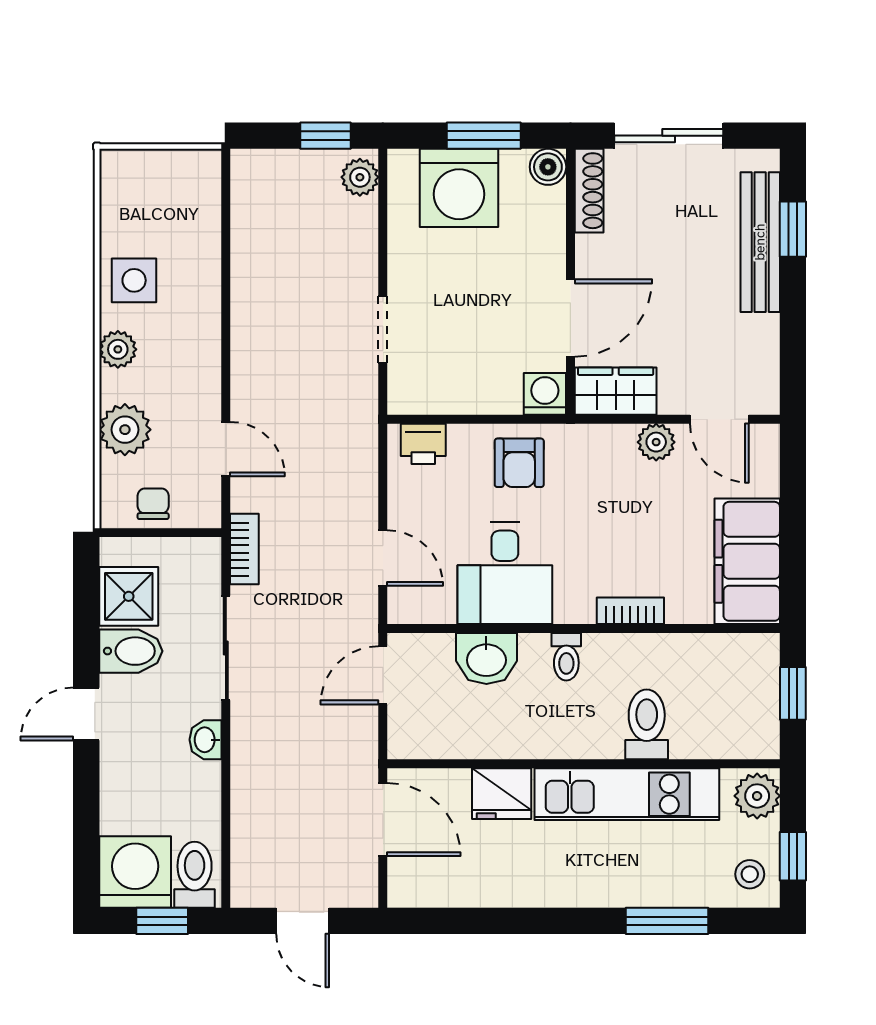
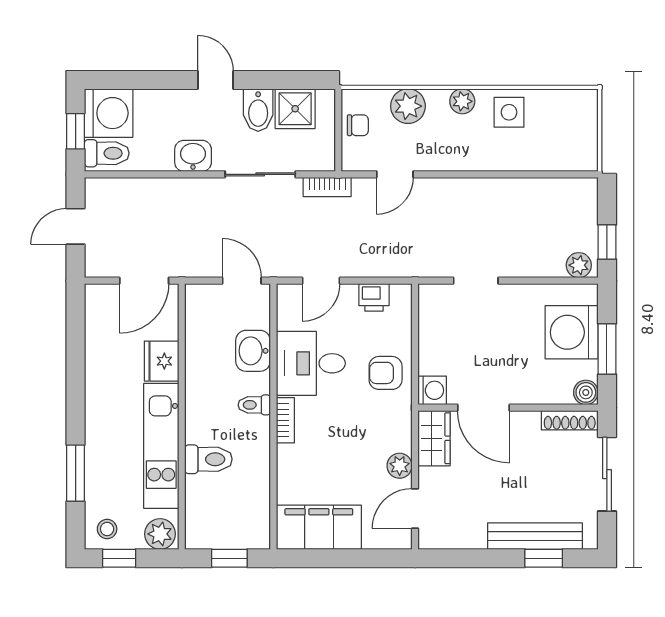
printer: (423, 444) -> (374, 297), moved, turned -90
bookcase: (630, 611) -> (285, 420), moved
washbasin: (206, 740) -> (193, 156), width x1.38, depth x1.45

